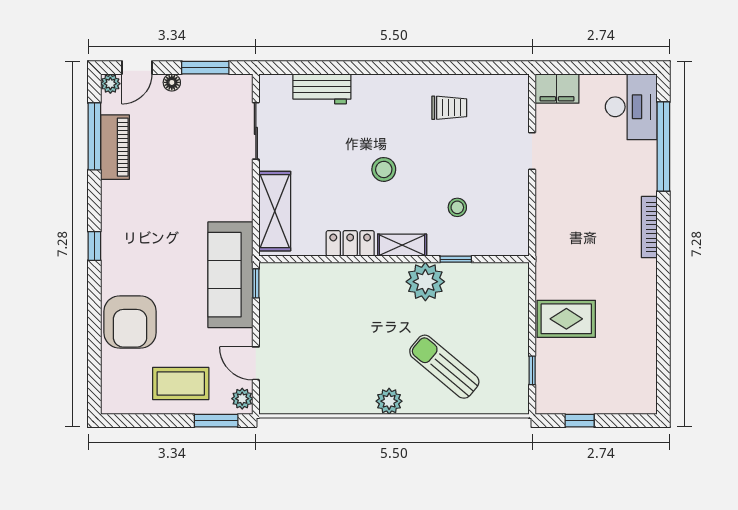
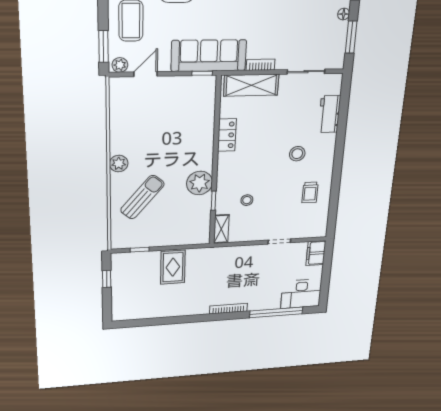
stool: (384, 169) -> (297, 154), moved
bookcase: (245, 199) -> (260, 65), added
shelving: (402, 245) -> (221, 229), moved

